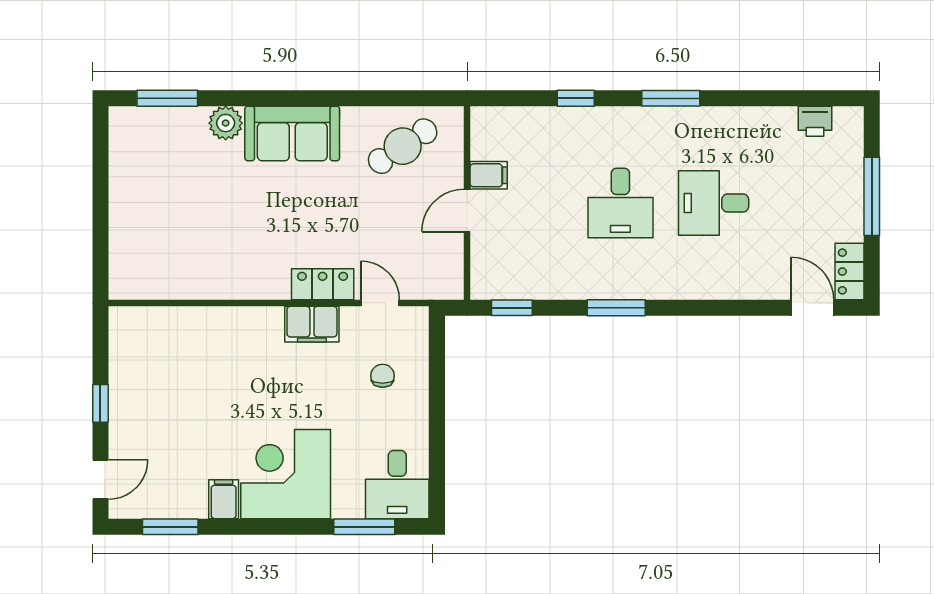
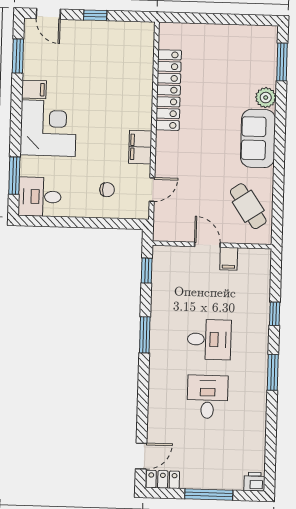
printer: (815, 121) -> (254, 482), moved, turned 90
desk: (620, 203) -> (209, 339), turned 180
locker: (323, 284) -> (169, 90), moved, width x2.16, depth x1.21

